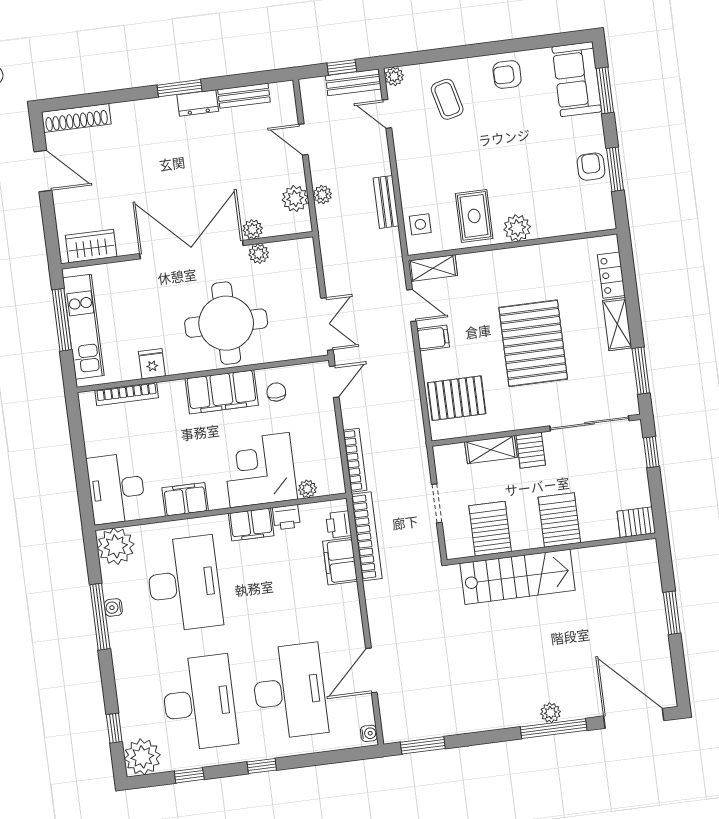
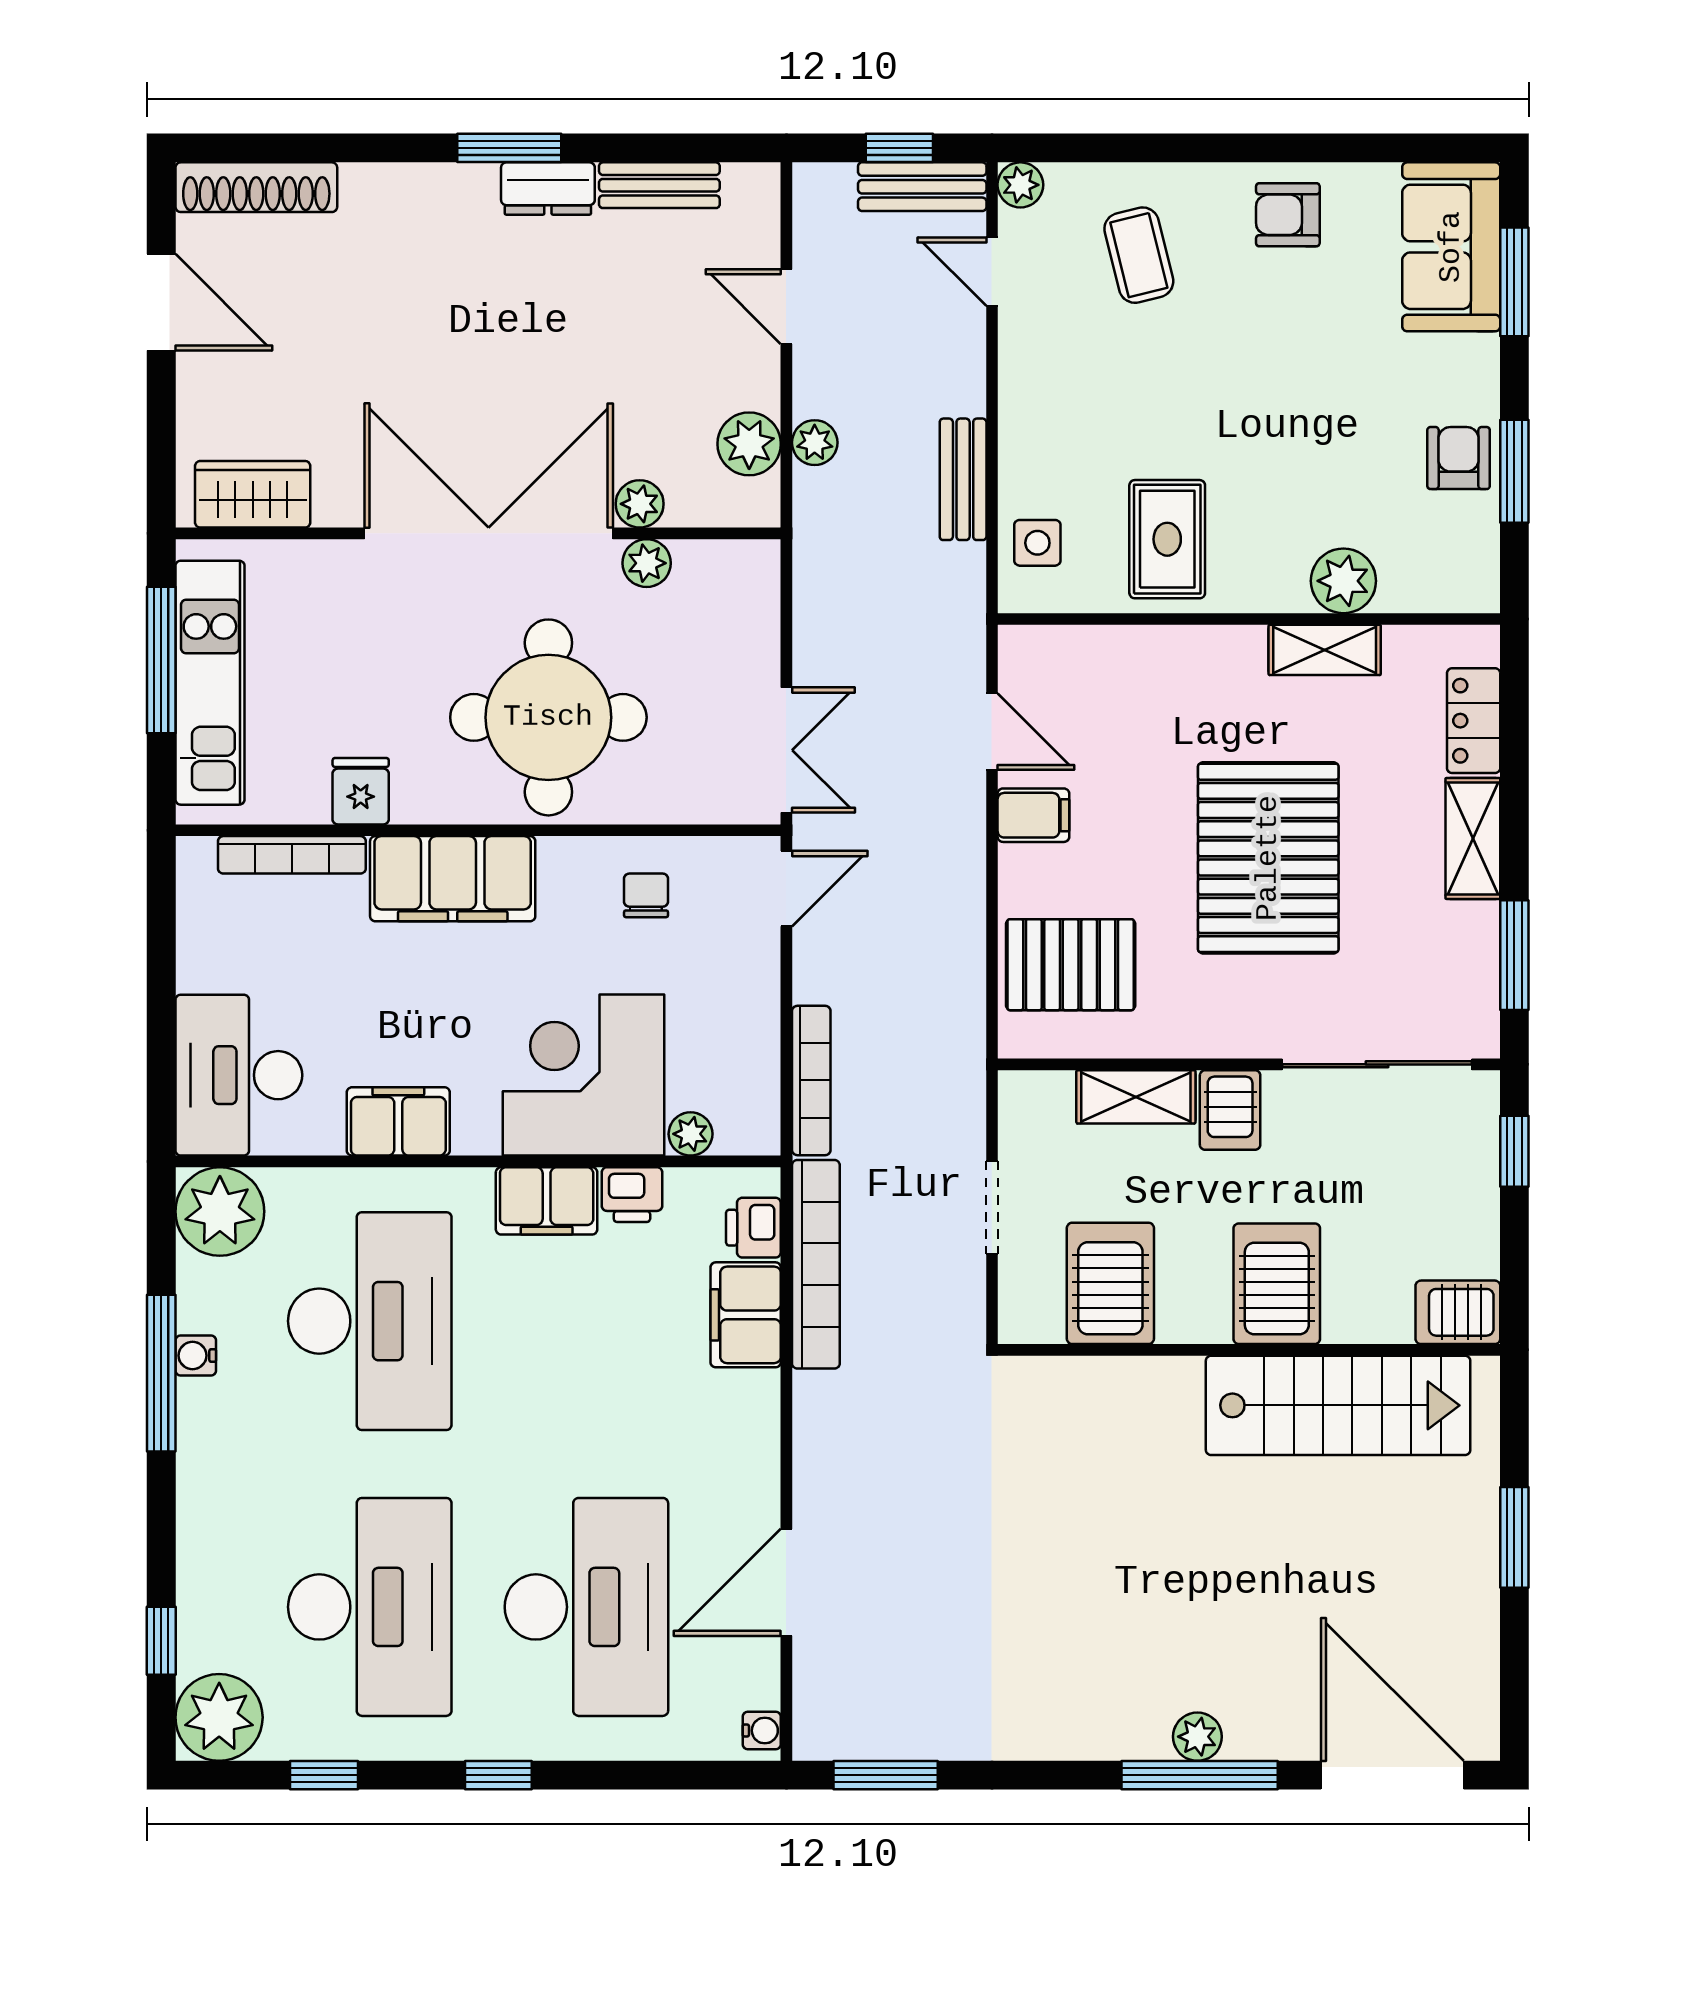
plant: (517, 228) -> (1343, 581), moved
shelving: (433, 268) -> (1325, 650), moved
filing cabinet: (222, 392) -> (453, 879), moved
stairs: (518, 577) -> (1338, 1405), moved

